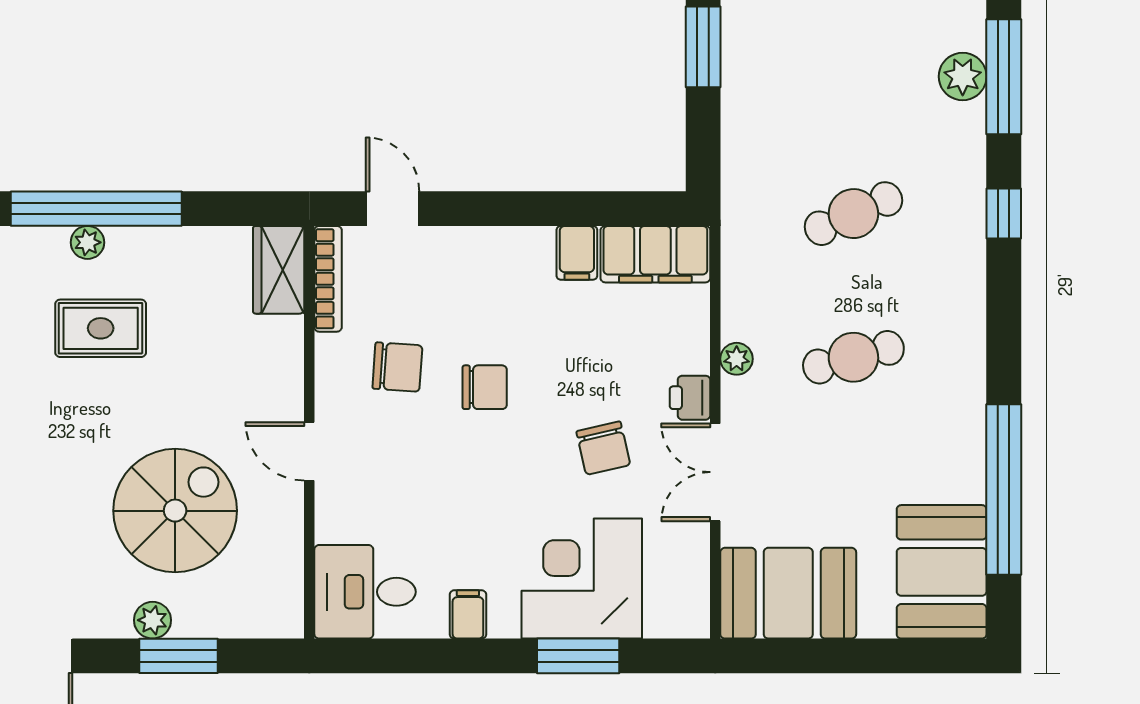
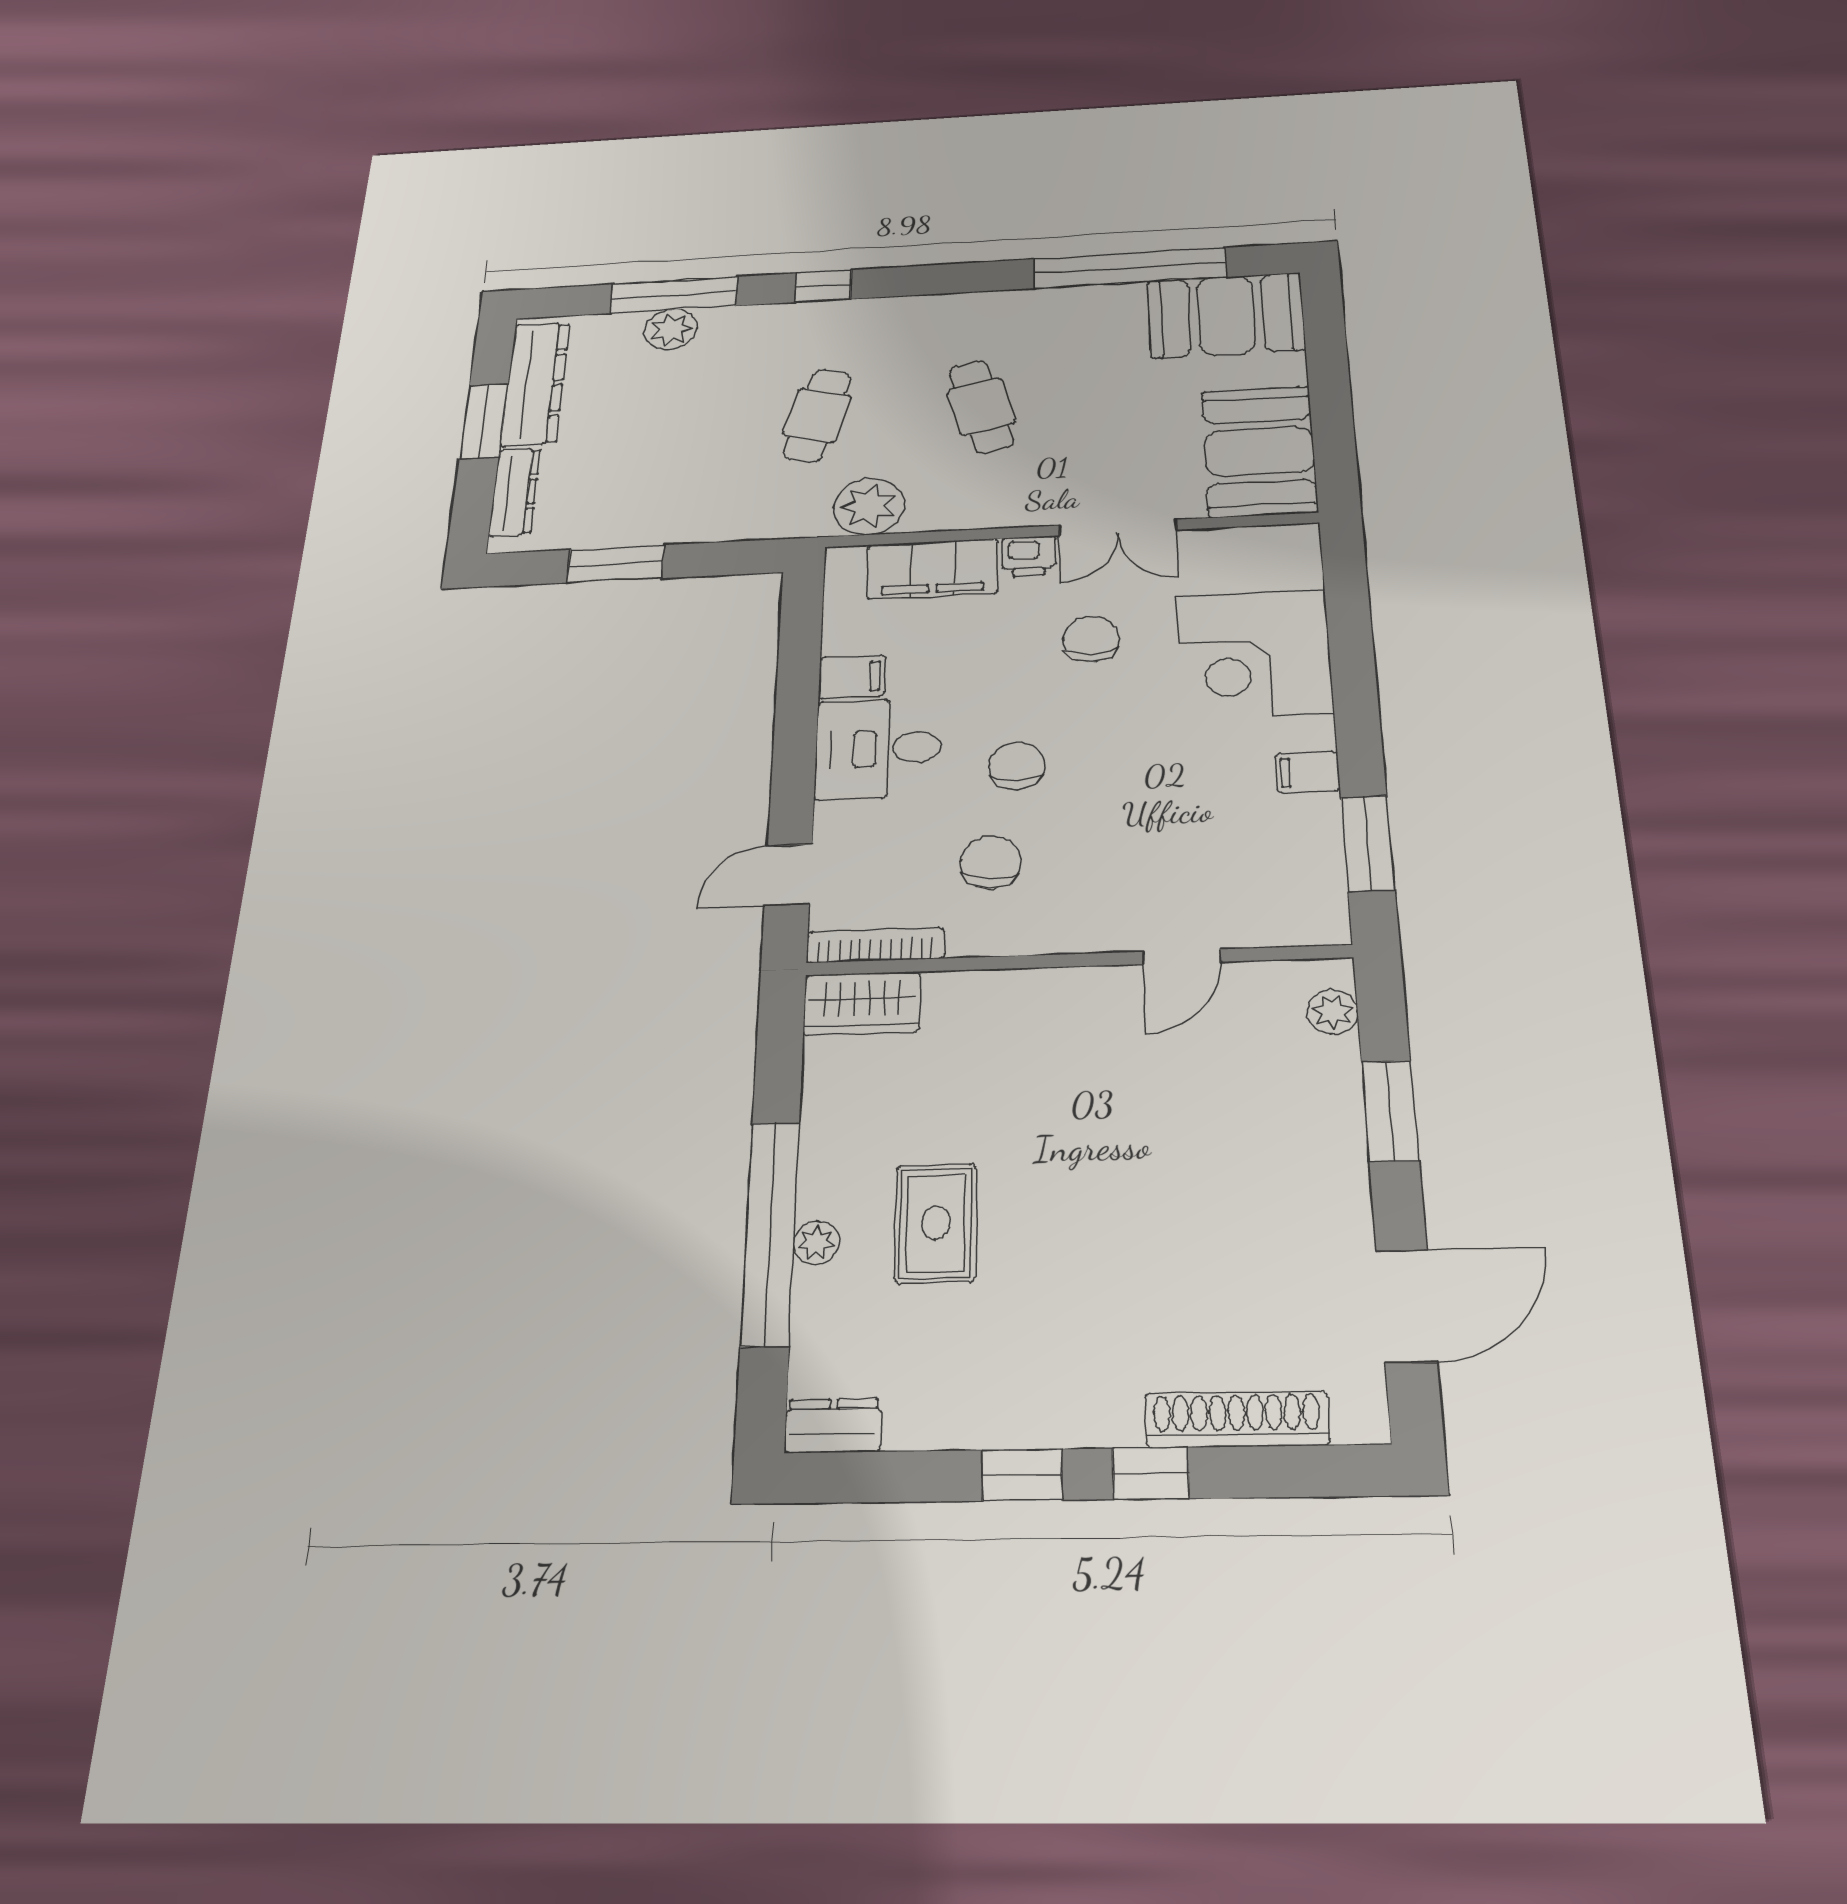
cafe table: (853, 214) -> (817, 416), turned 39
filing cabinet: (655, 254) -> (933, 569), moved, turned 90
plant: (737, 359) -> (869, 507), moved, width x1.88, depth x1.88
chair: (603, 448) -> (1091, 639), turned -77
door: (309, 451) -> (1182, 957), moved
spiral stairs: (175, 511) -> (1187, 1121), removed
desk: (365, 592) -> (878, 749), moved, turned 90
plant: (153, 620) -> (1333, 1012), moved
window: (578, 656) -> (1368, 844), moved

